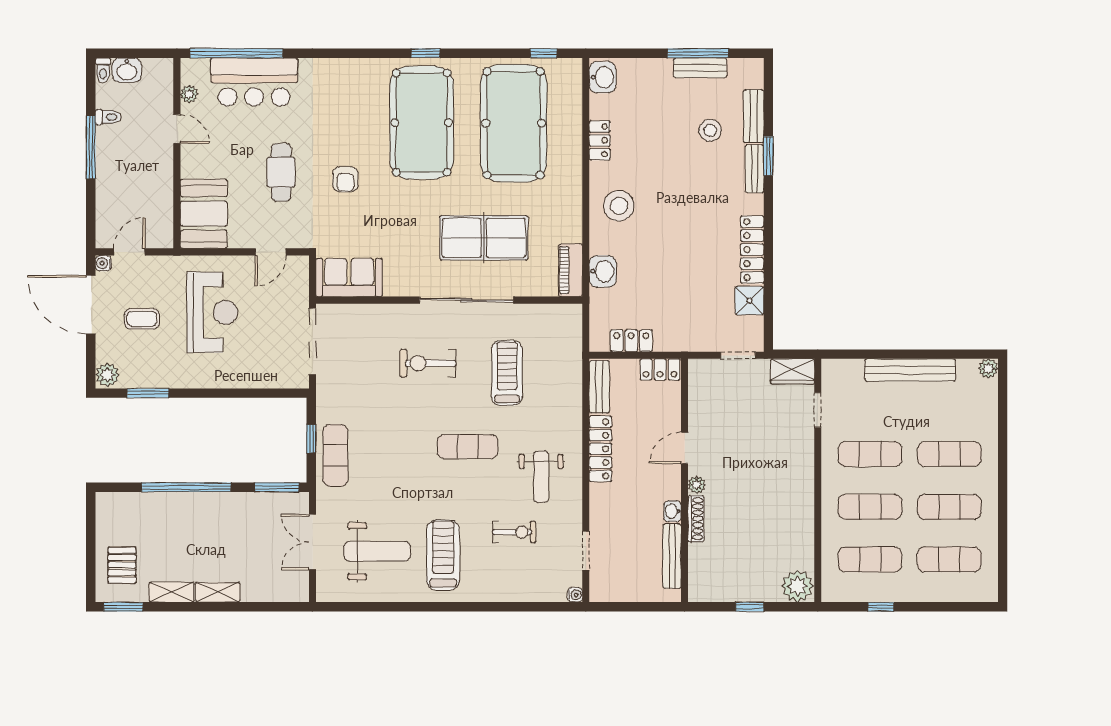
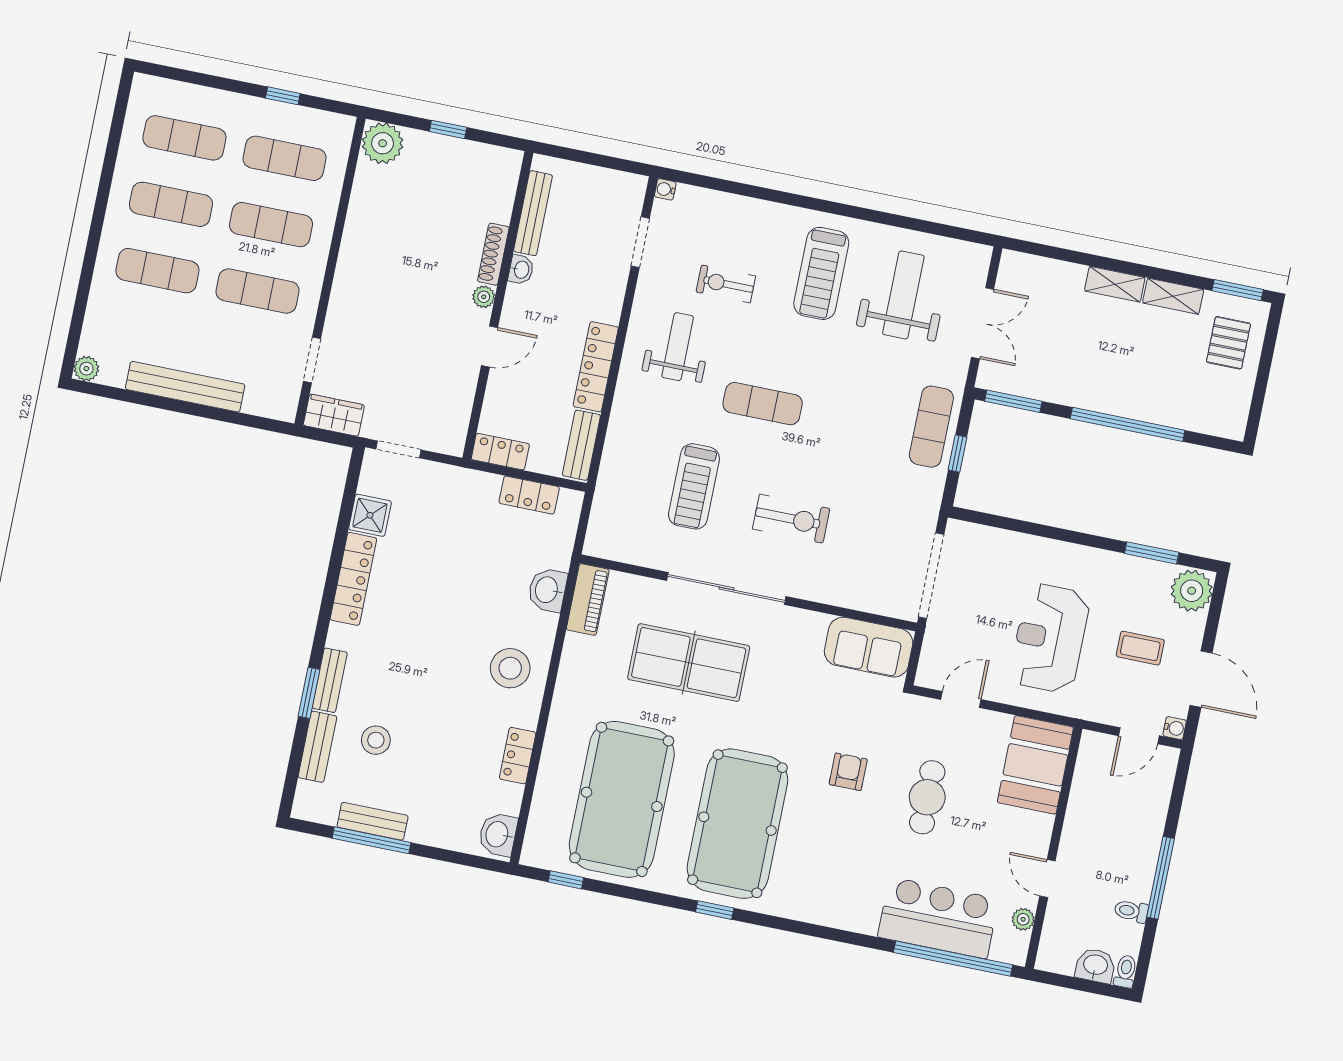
door: (91, 305) -> (1201, 679), width x0.73
plant: (107, 375) -> (1192, 591), width x1.36, depth x1.36
weight bench: (377, 551) -> (903, 295), turned 90

